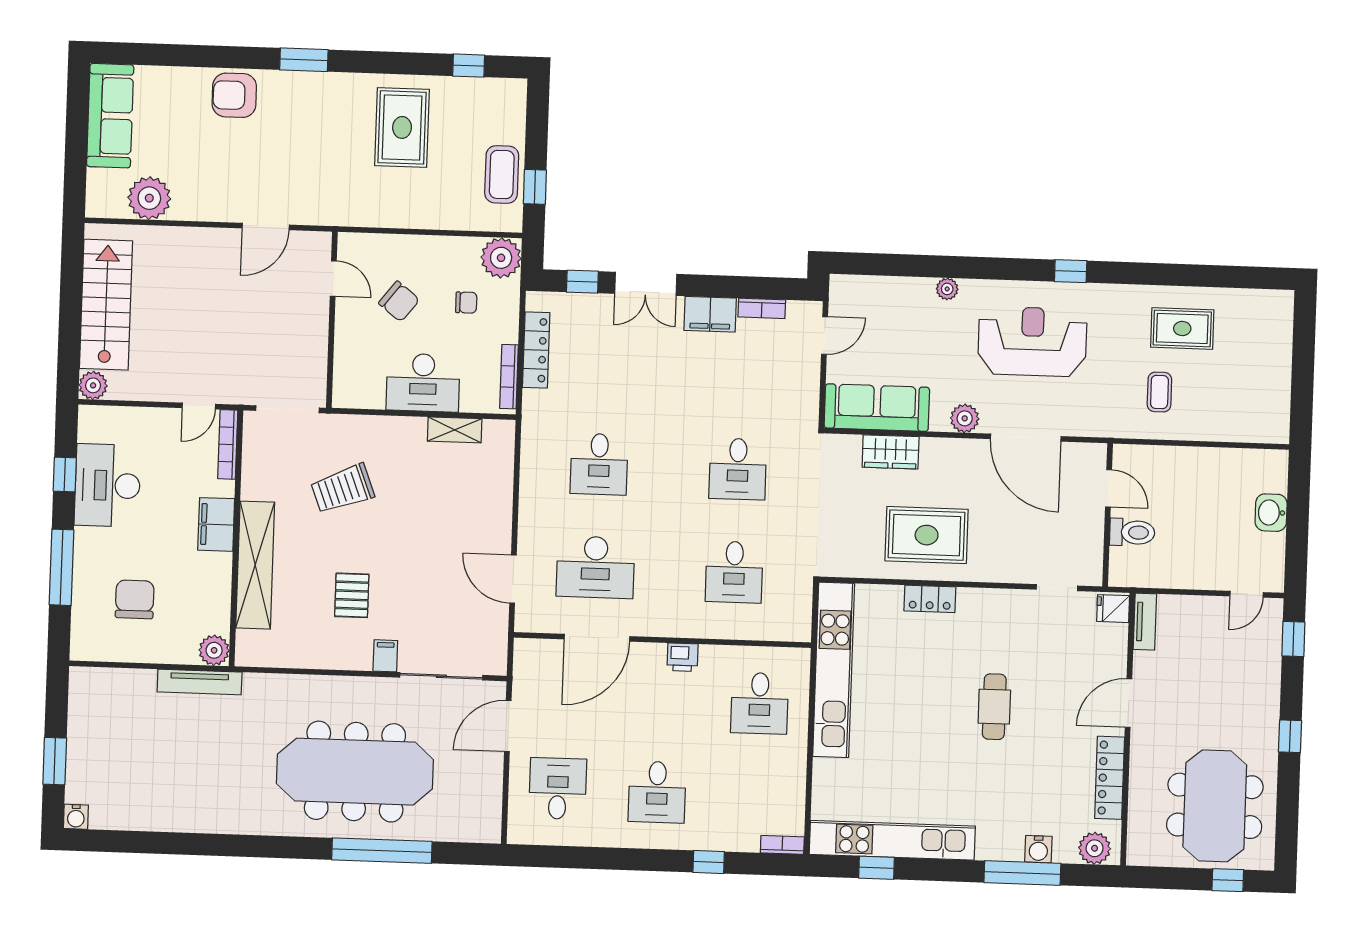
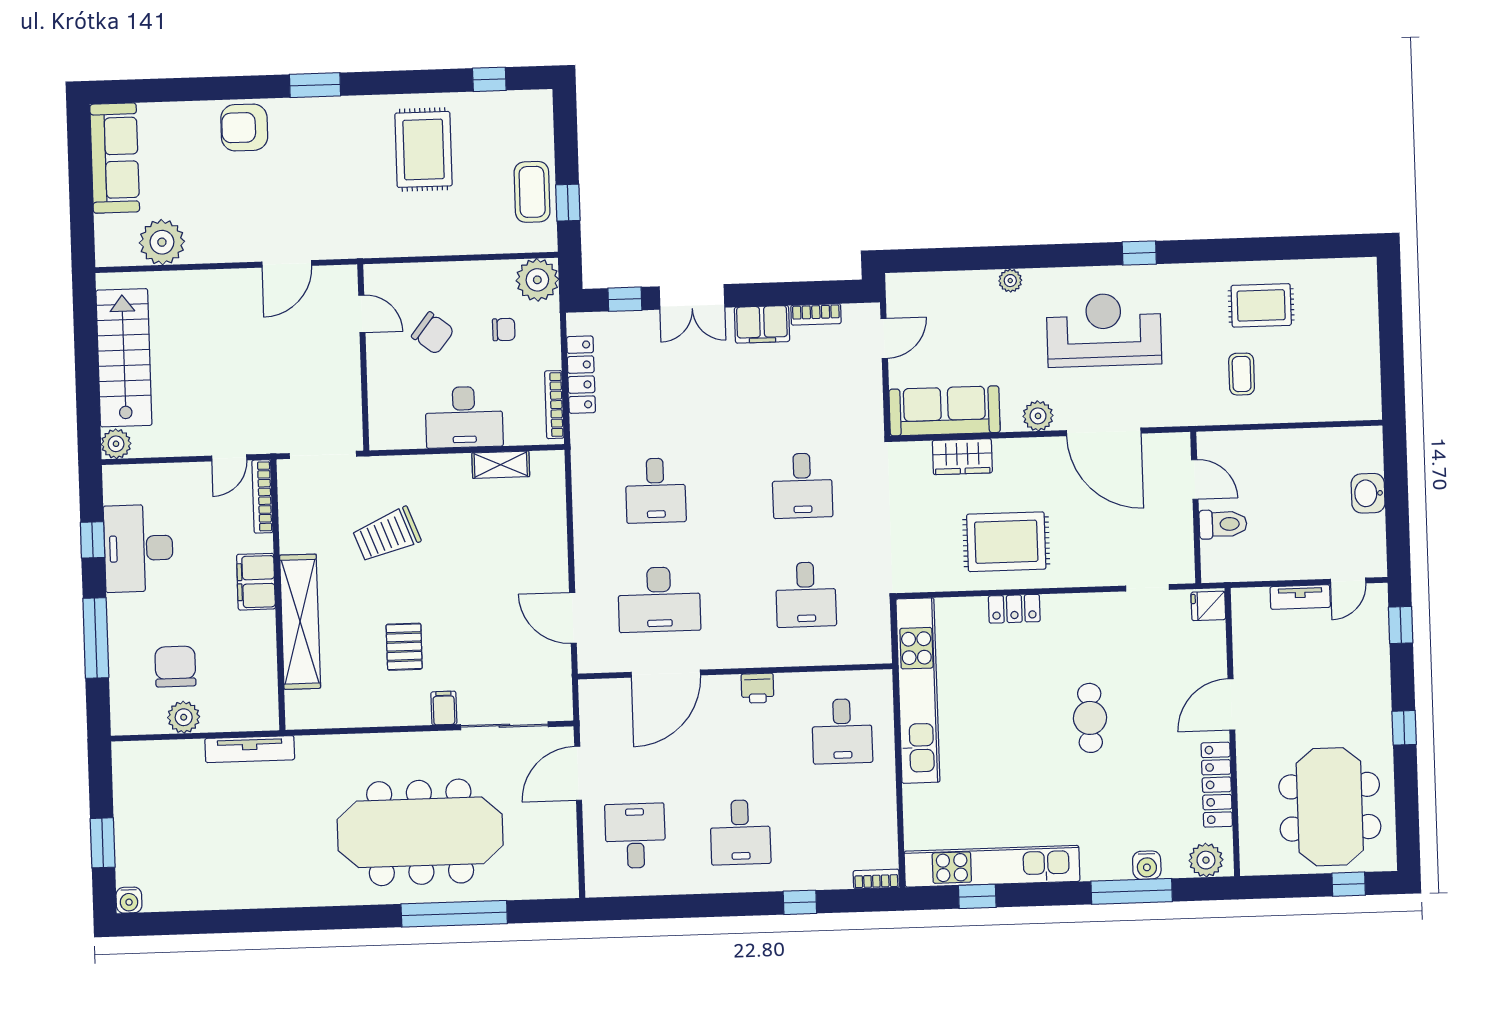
tv unit: (1145, 622) -> (1300, 597), moved, turned 90
plant: (214, 650) -> (184, 717), moved

